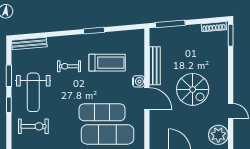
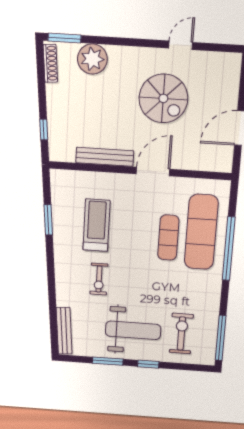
window: (170, 24) -> (44, 130), width x0.46
window: (94, 31) -> (48, 220), moved
water cooler: (138, 81) -> (127, 182), removed
spiral stairs: (193, 89) -> (163, 98), moved, turned 90
exercise mat: (102, 112) -> (168, 238), width x0.73, depth x0.69
plant: (218, 135) -> (92, 59), moved

